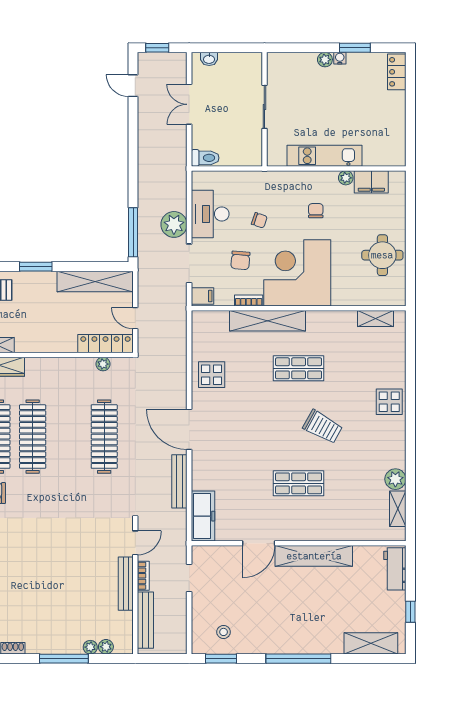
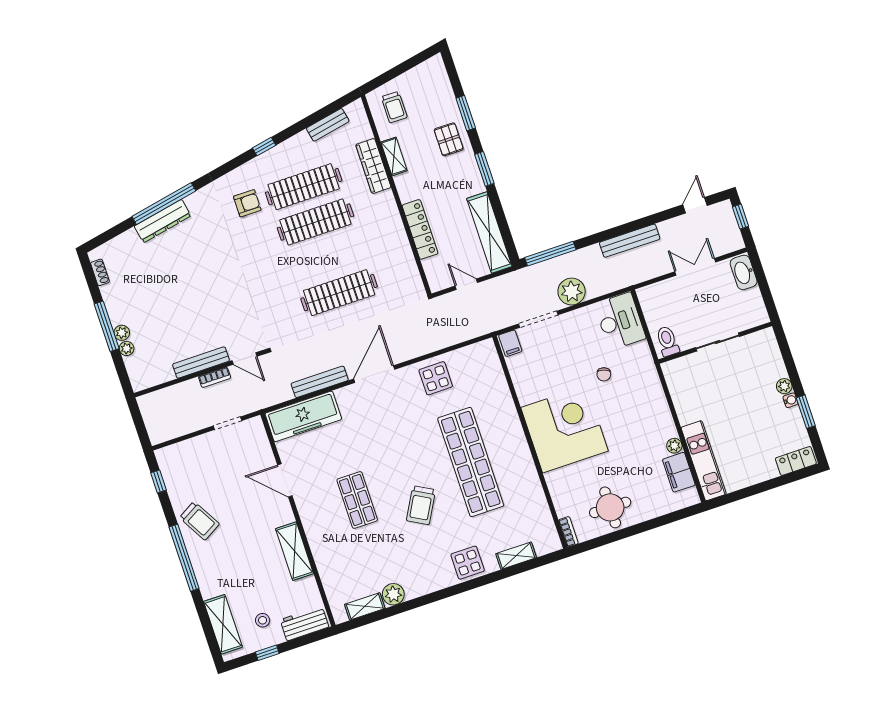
washbasin: (209, 59) -> (744, 272), width x1.91, depth x1.45
kitchen unit: (324, 156) -> (704, 461), moved
toilet: (205, 158) -> (667, 341), moved, turned 180
chair: (316, 211) -> (632, 427), removed
desk: (210, 214) -> (620, 321), moved, turned 90
chair: (240, 260) -> (558, 369), removed
bookcase: (249, 301) -> (568, 532), moved
door: (135, 318) -> (466, 284), hinge flipped
shelving: (376, 319) -> (516, 556), moved, turned 90
shelving: (268, 321) -> (507, 416), removed
locker: (105, 344) -> (420, 229), moved
plant: (103, 364) -> (410, 267), removed
shop shelf: (299, 368) -> (471, 462), width x2.00, depth x1.36
freezer: (203, 516) -> (303, 416), width x1.36, depth x1.26
shelving: (314, 556) -> (295, 551), width x0.68
bench: (145, 620) -> (630, 241), moved
stool: (224, 632) -> (263, 620), moved
trolley: (269, 633) -> (199, 521), added
plant: (106, 647) -> (122, 333), moved
window: (221, 659) -> (159, 481), width x0.67

